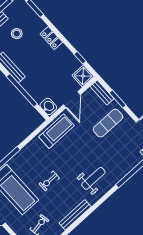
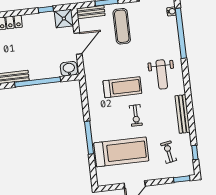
door: (72, 100) -> (78, 43), hinge flipped
treadmill: (56, 131) -> (122, 87), moved, turned 90
weight bench: (93, 178) -> (162, 74), turned 180

